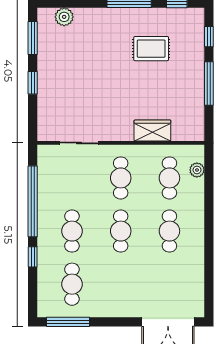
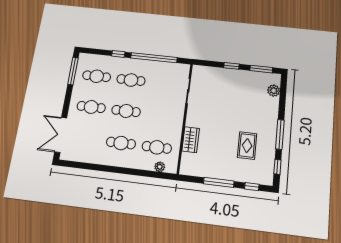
cafe table: (121, 178) -> (91, 107), moved

